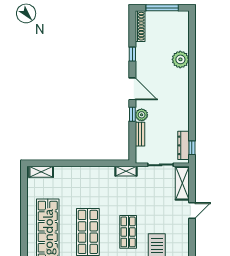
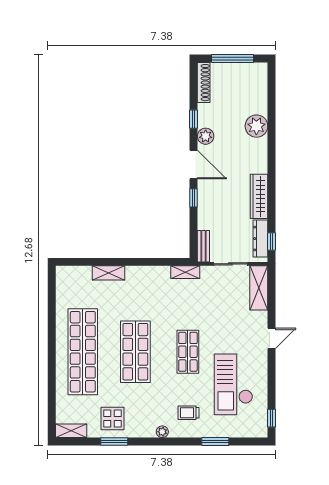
wardrobe: (182, 113) -> (259, 196), added
plant: (142, 115) -> (206, 136), moved
bench: (140, 134) -> (203, 246), moved
shelving: (41, 172) -> (109, 273), moved
door: (192, 210) -> (272, 338), moved

